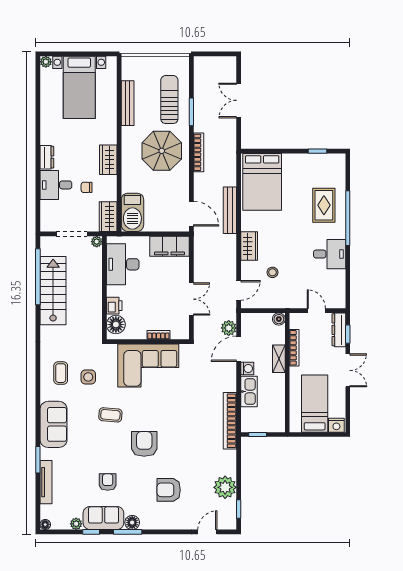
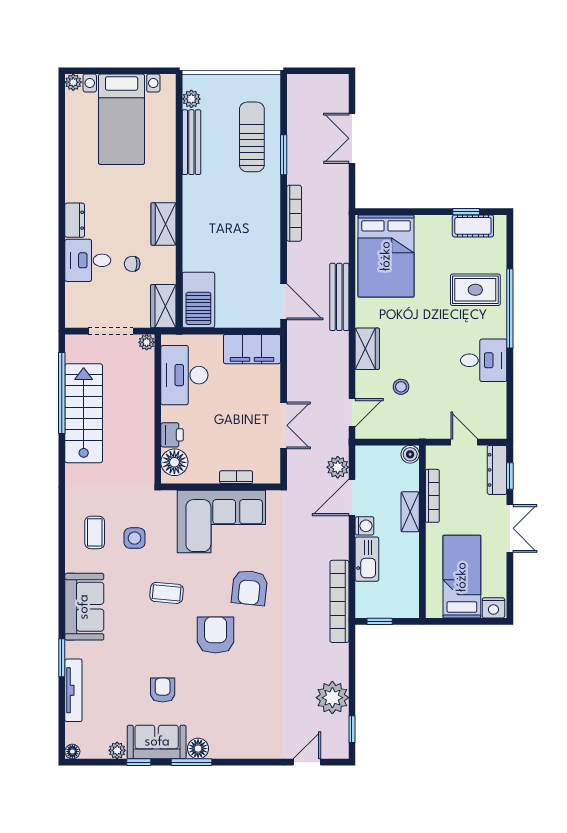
plant: (128, 73) -> (191, 99), added
parasol: (162, 151) -> (241, 211), removed
cot: (322, 161) -> (473, 226), added
rug: (324, 205) -> (475, 290), turned 90
armchair: (169, 490) -> (250, 588), moved, turned -84

